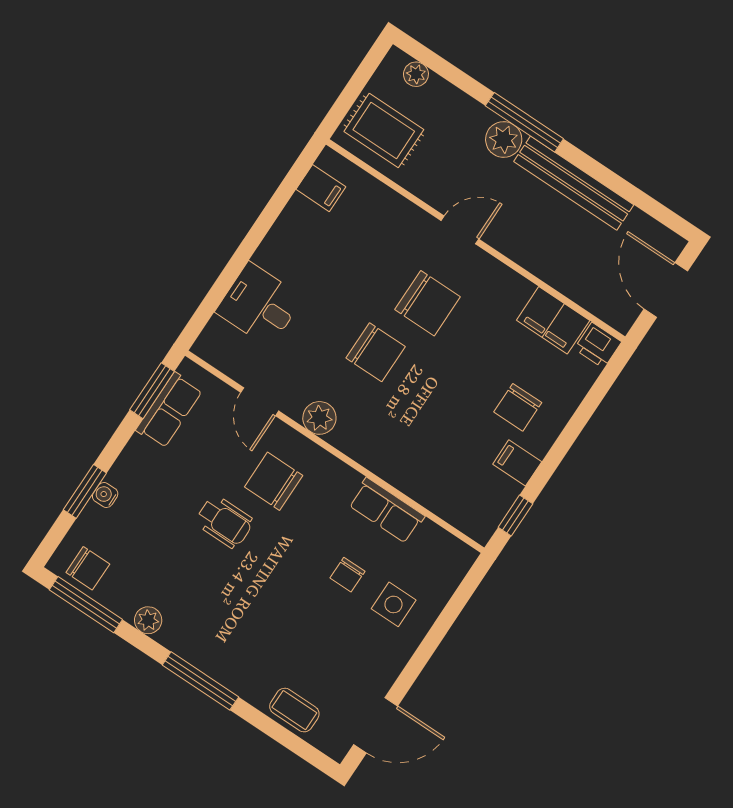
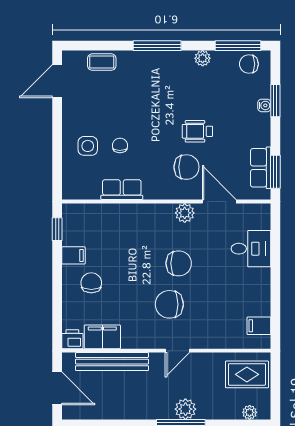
bench: (574, 183) -> (112, 362), moved
chair: (376, 352) -> (179, 263), turned 180
door: (260, 402) -> (219, 201), width x1.38

